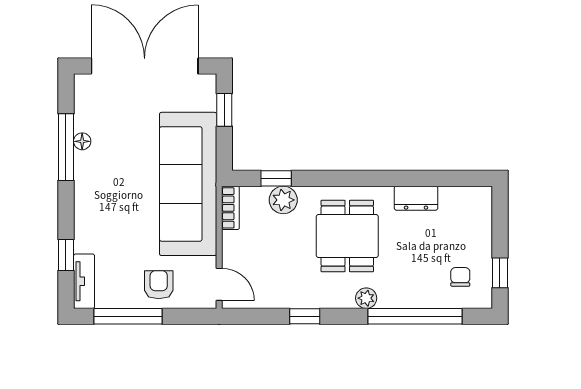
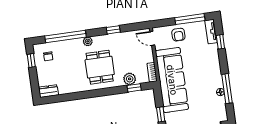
dresser: (416, 198) -> (48, 91), moved

